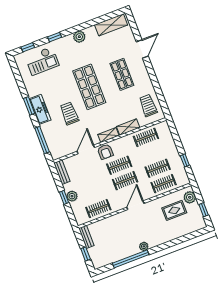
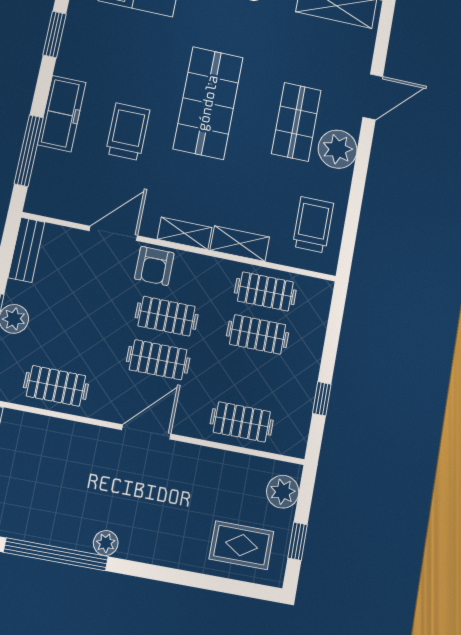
plant: (141, 75) -> (338, 149), added
window: (29, 106) -> (54, 34), moved
freezer: (40, 109) -> (62, 114), moved
clothes rail: (158, 168) -> (258, 334), moved
rug: (174, 210) -> (241, 545), moved

